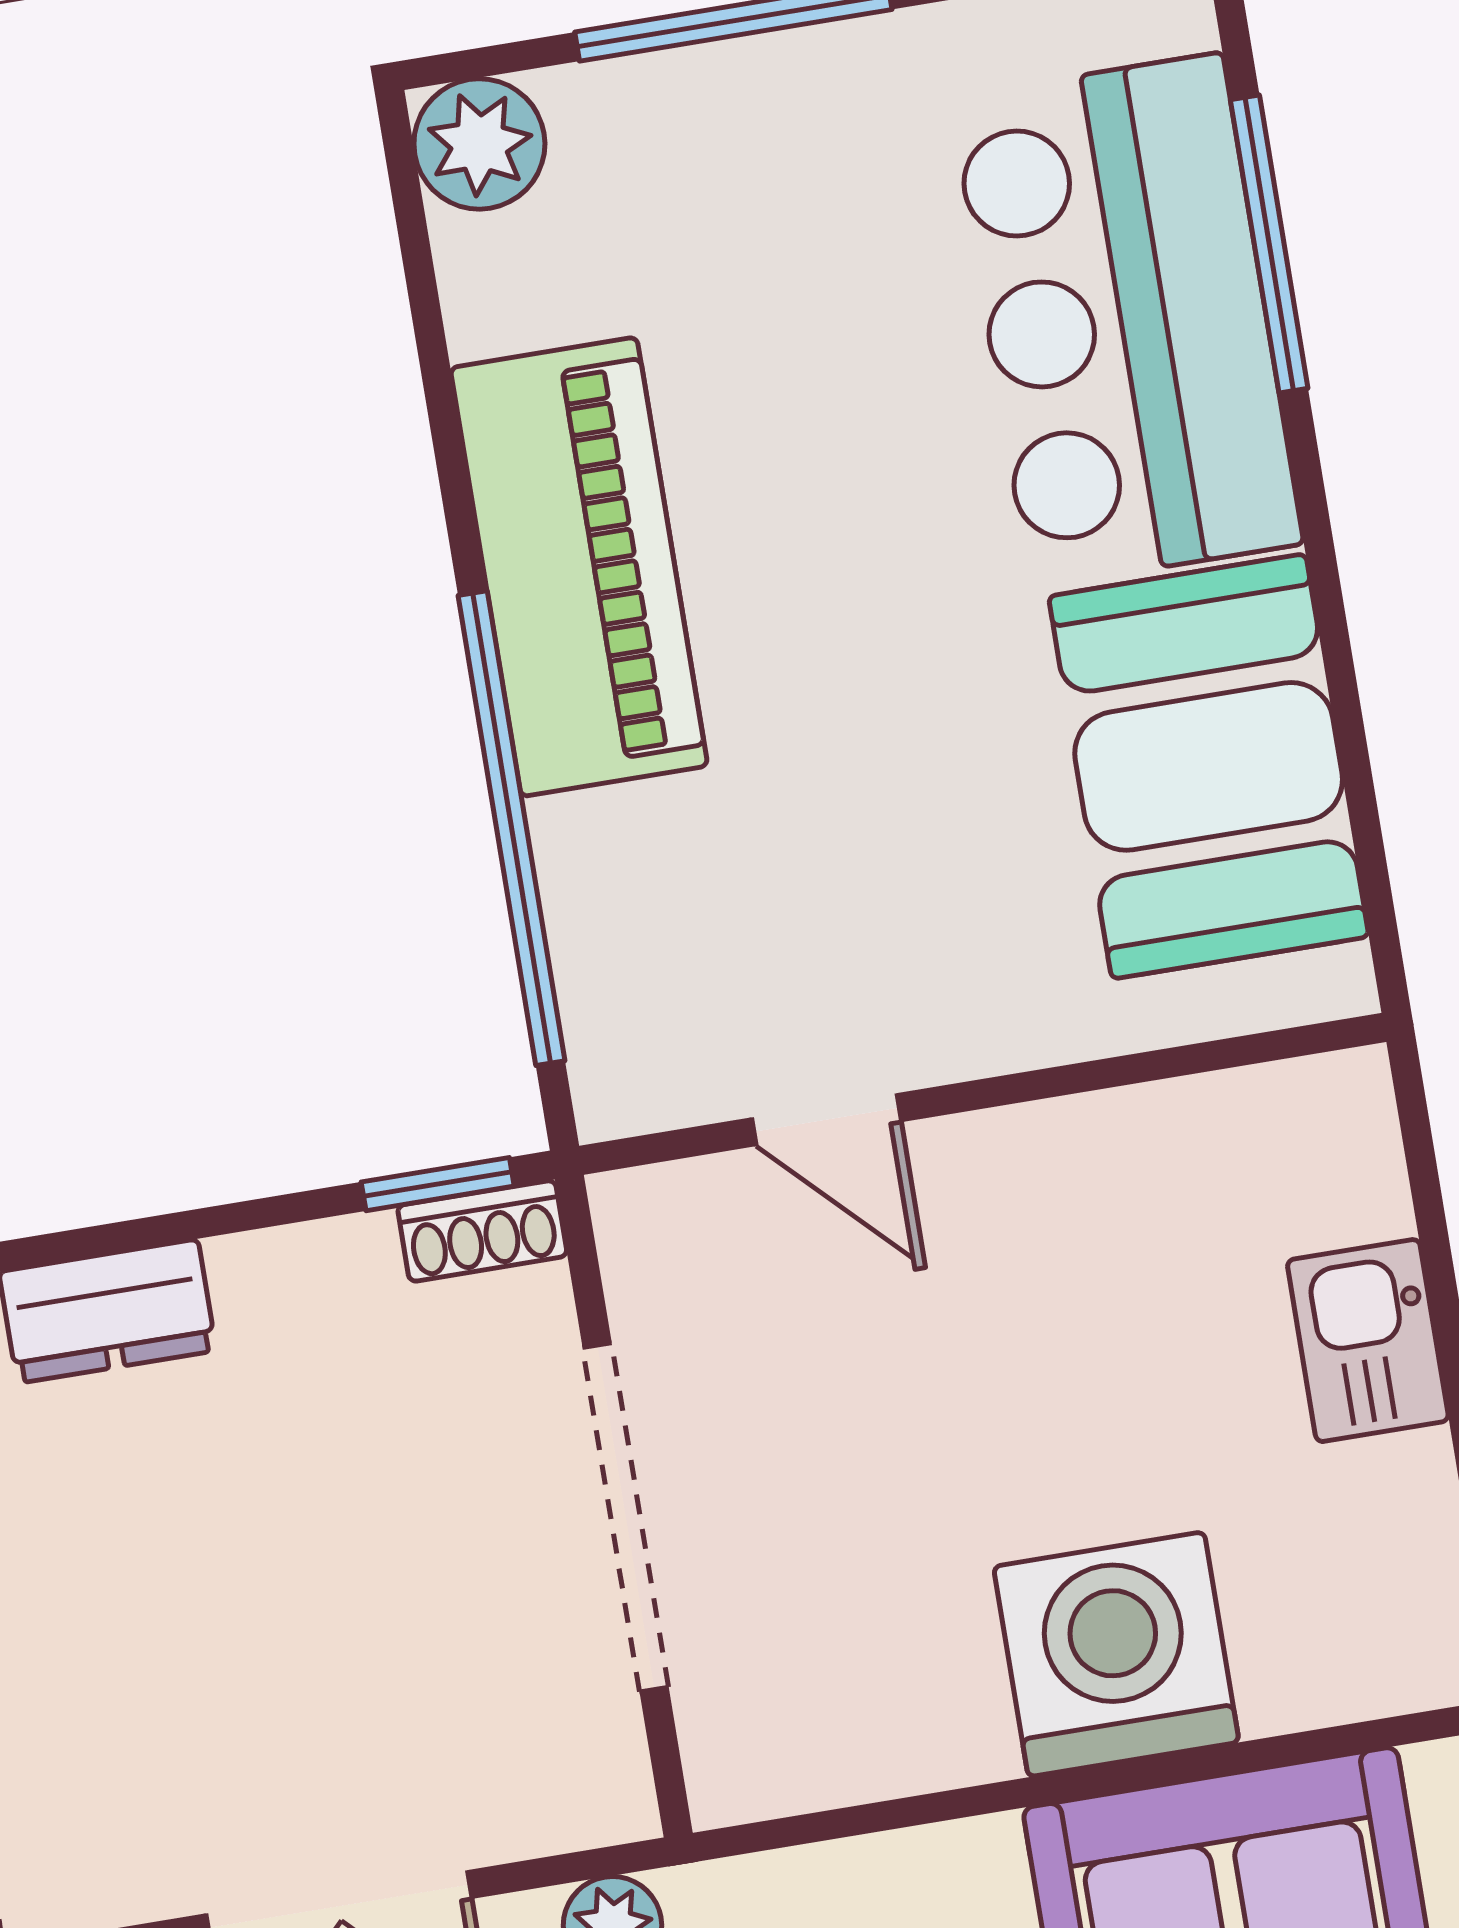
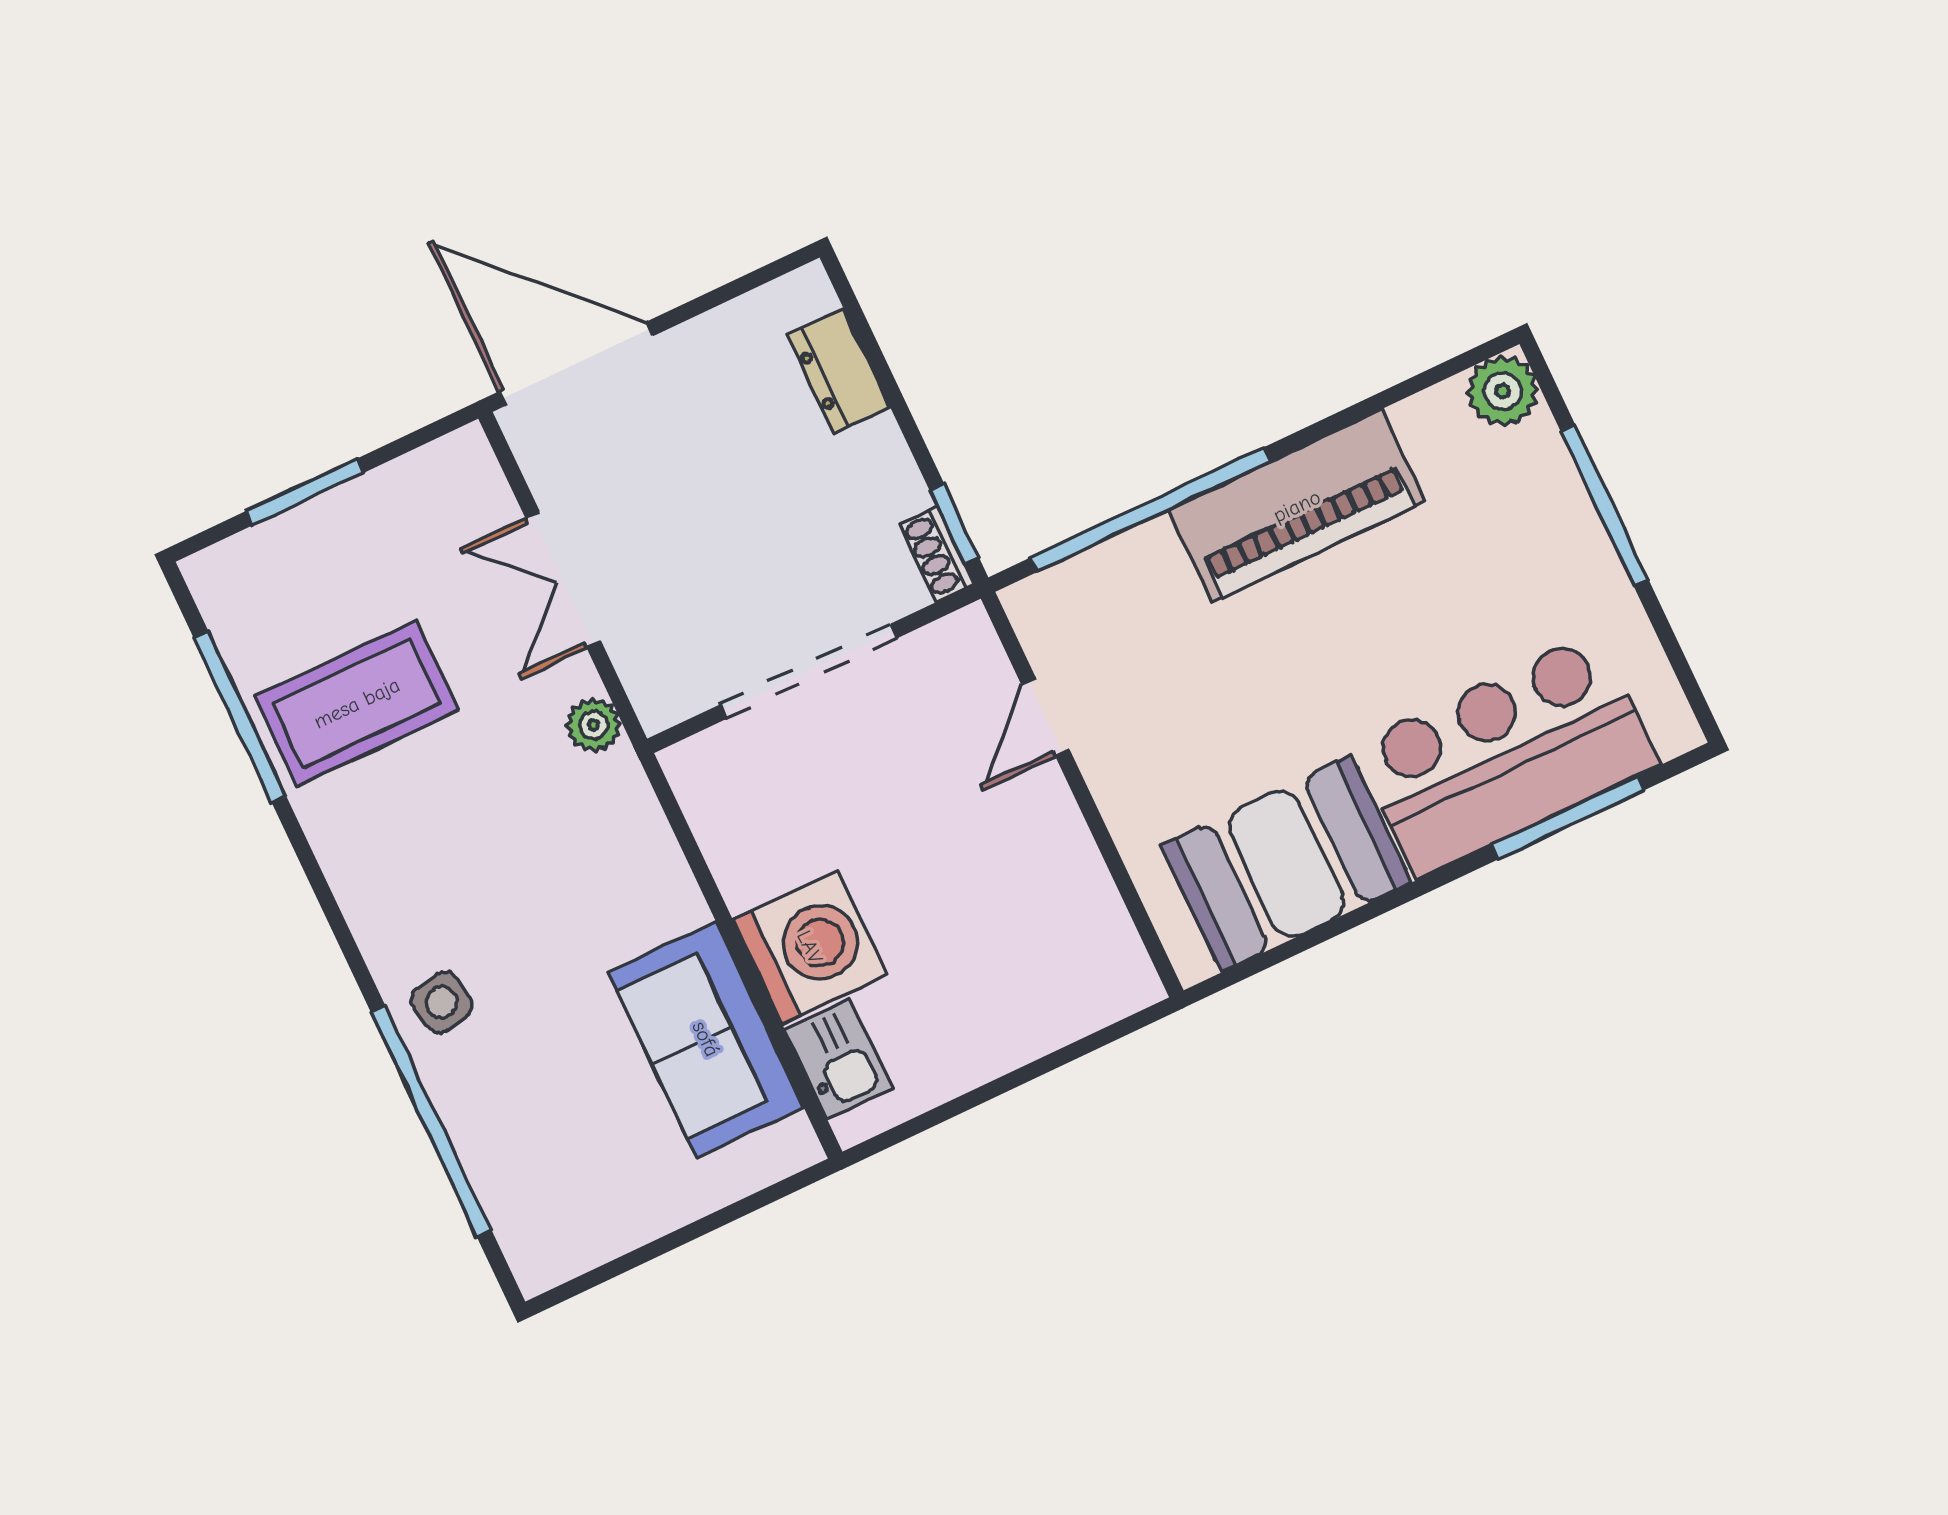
kitchen sink: (1368, 1341) -> (839, 1059), moved, turned 90

